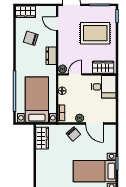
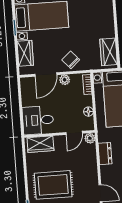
door: (95, 123) -> (46, 74), swing flipped
wardrobe: (110, 142) -> (25, 53), added

